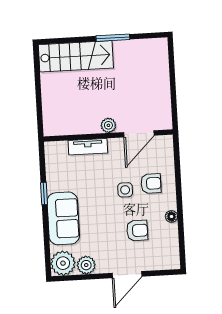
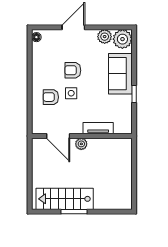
stairs: (76, 56) -> (65, 199), moved
door: (139, 134) -> (58, 136), swing flipped
floor lamp: (171, 216) -> (36, 37), moved
armchair: (137, 230) -> (73, 70), moved

